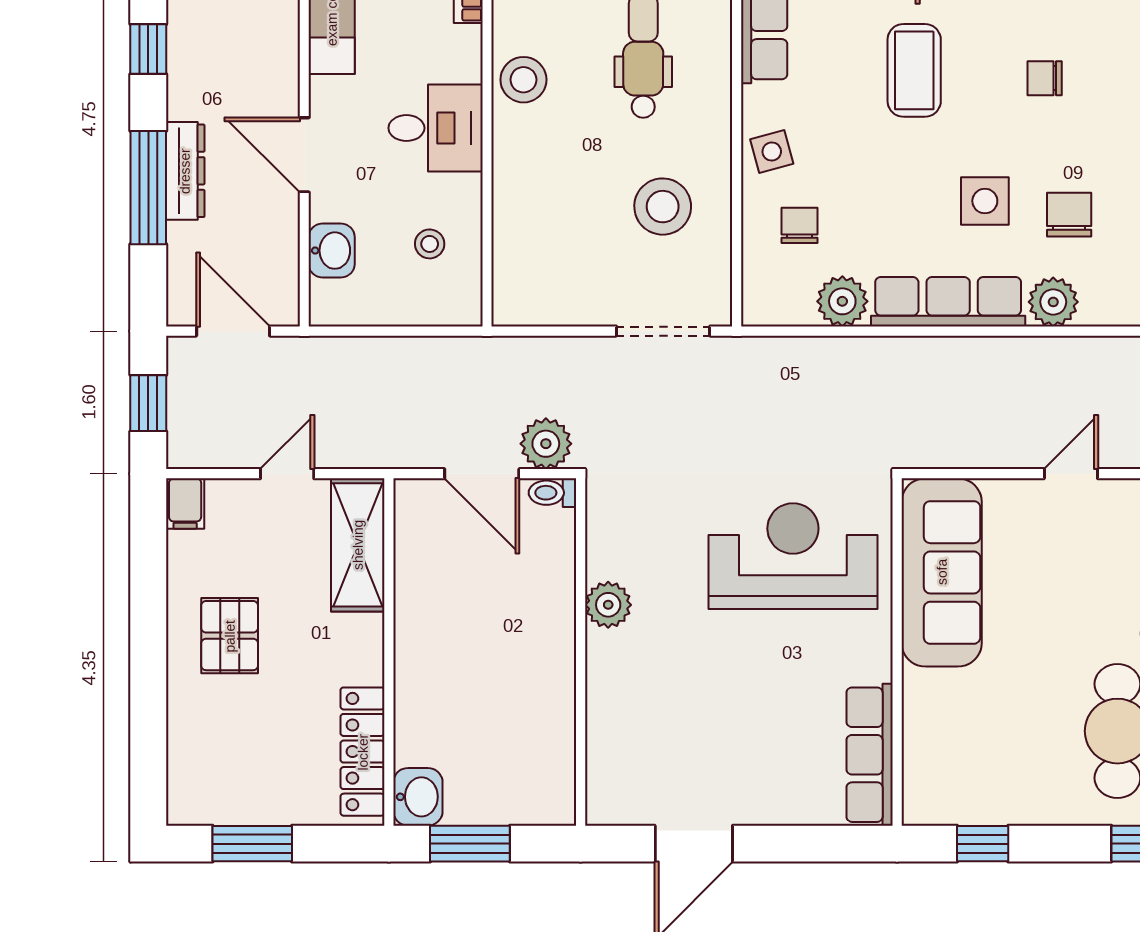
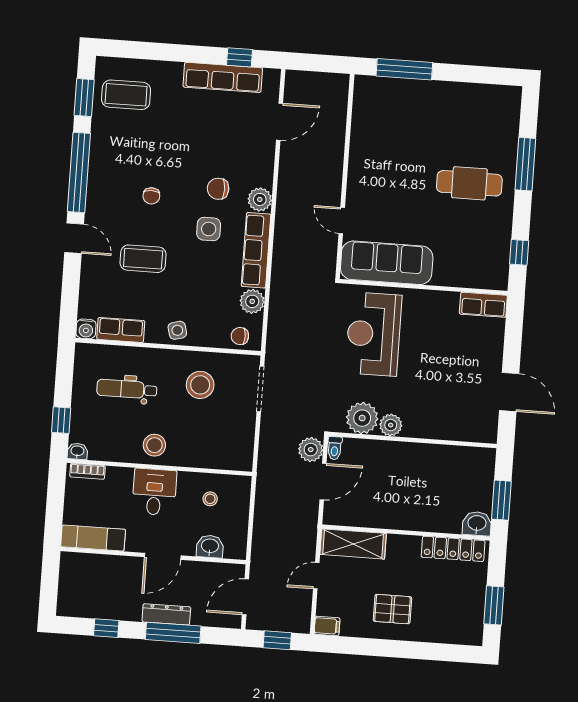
stool: (523, 80) -> (154, 445), moved
chair: (800, 225) -> (240, 336), moved
door: (287, 474) -> (316, 576), hinge flipped
door: (1071, 474) -> (342, 221), moved
plant: (618, 545) -> (362, 418), added
row of seats: (870, 755) -> (483, 305), width x0.68

